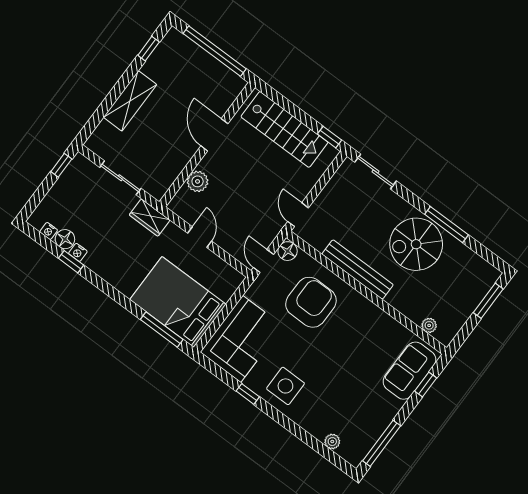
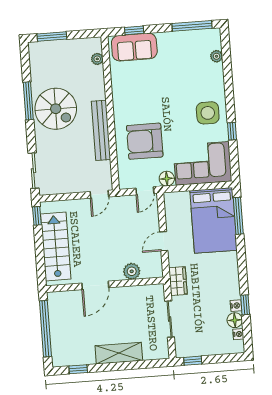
floor lamp: (288, 251) -> (167, 179), moved

